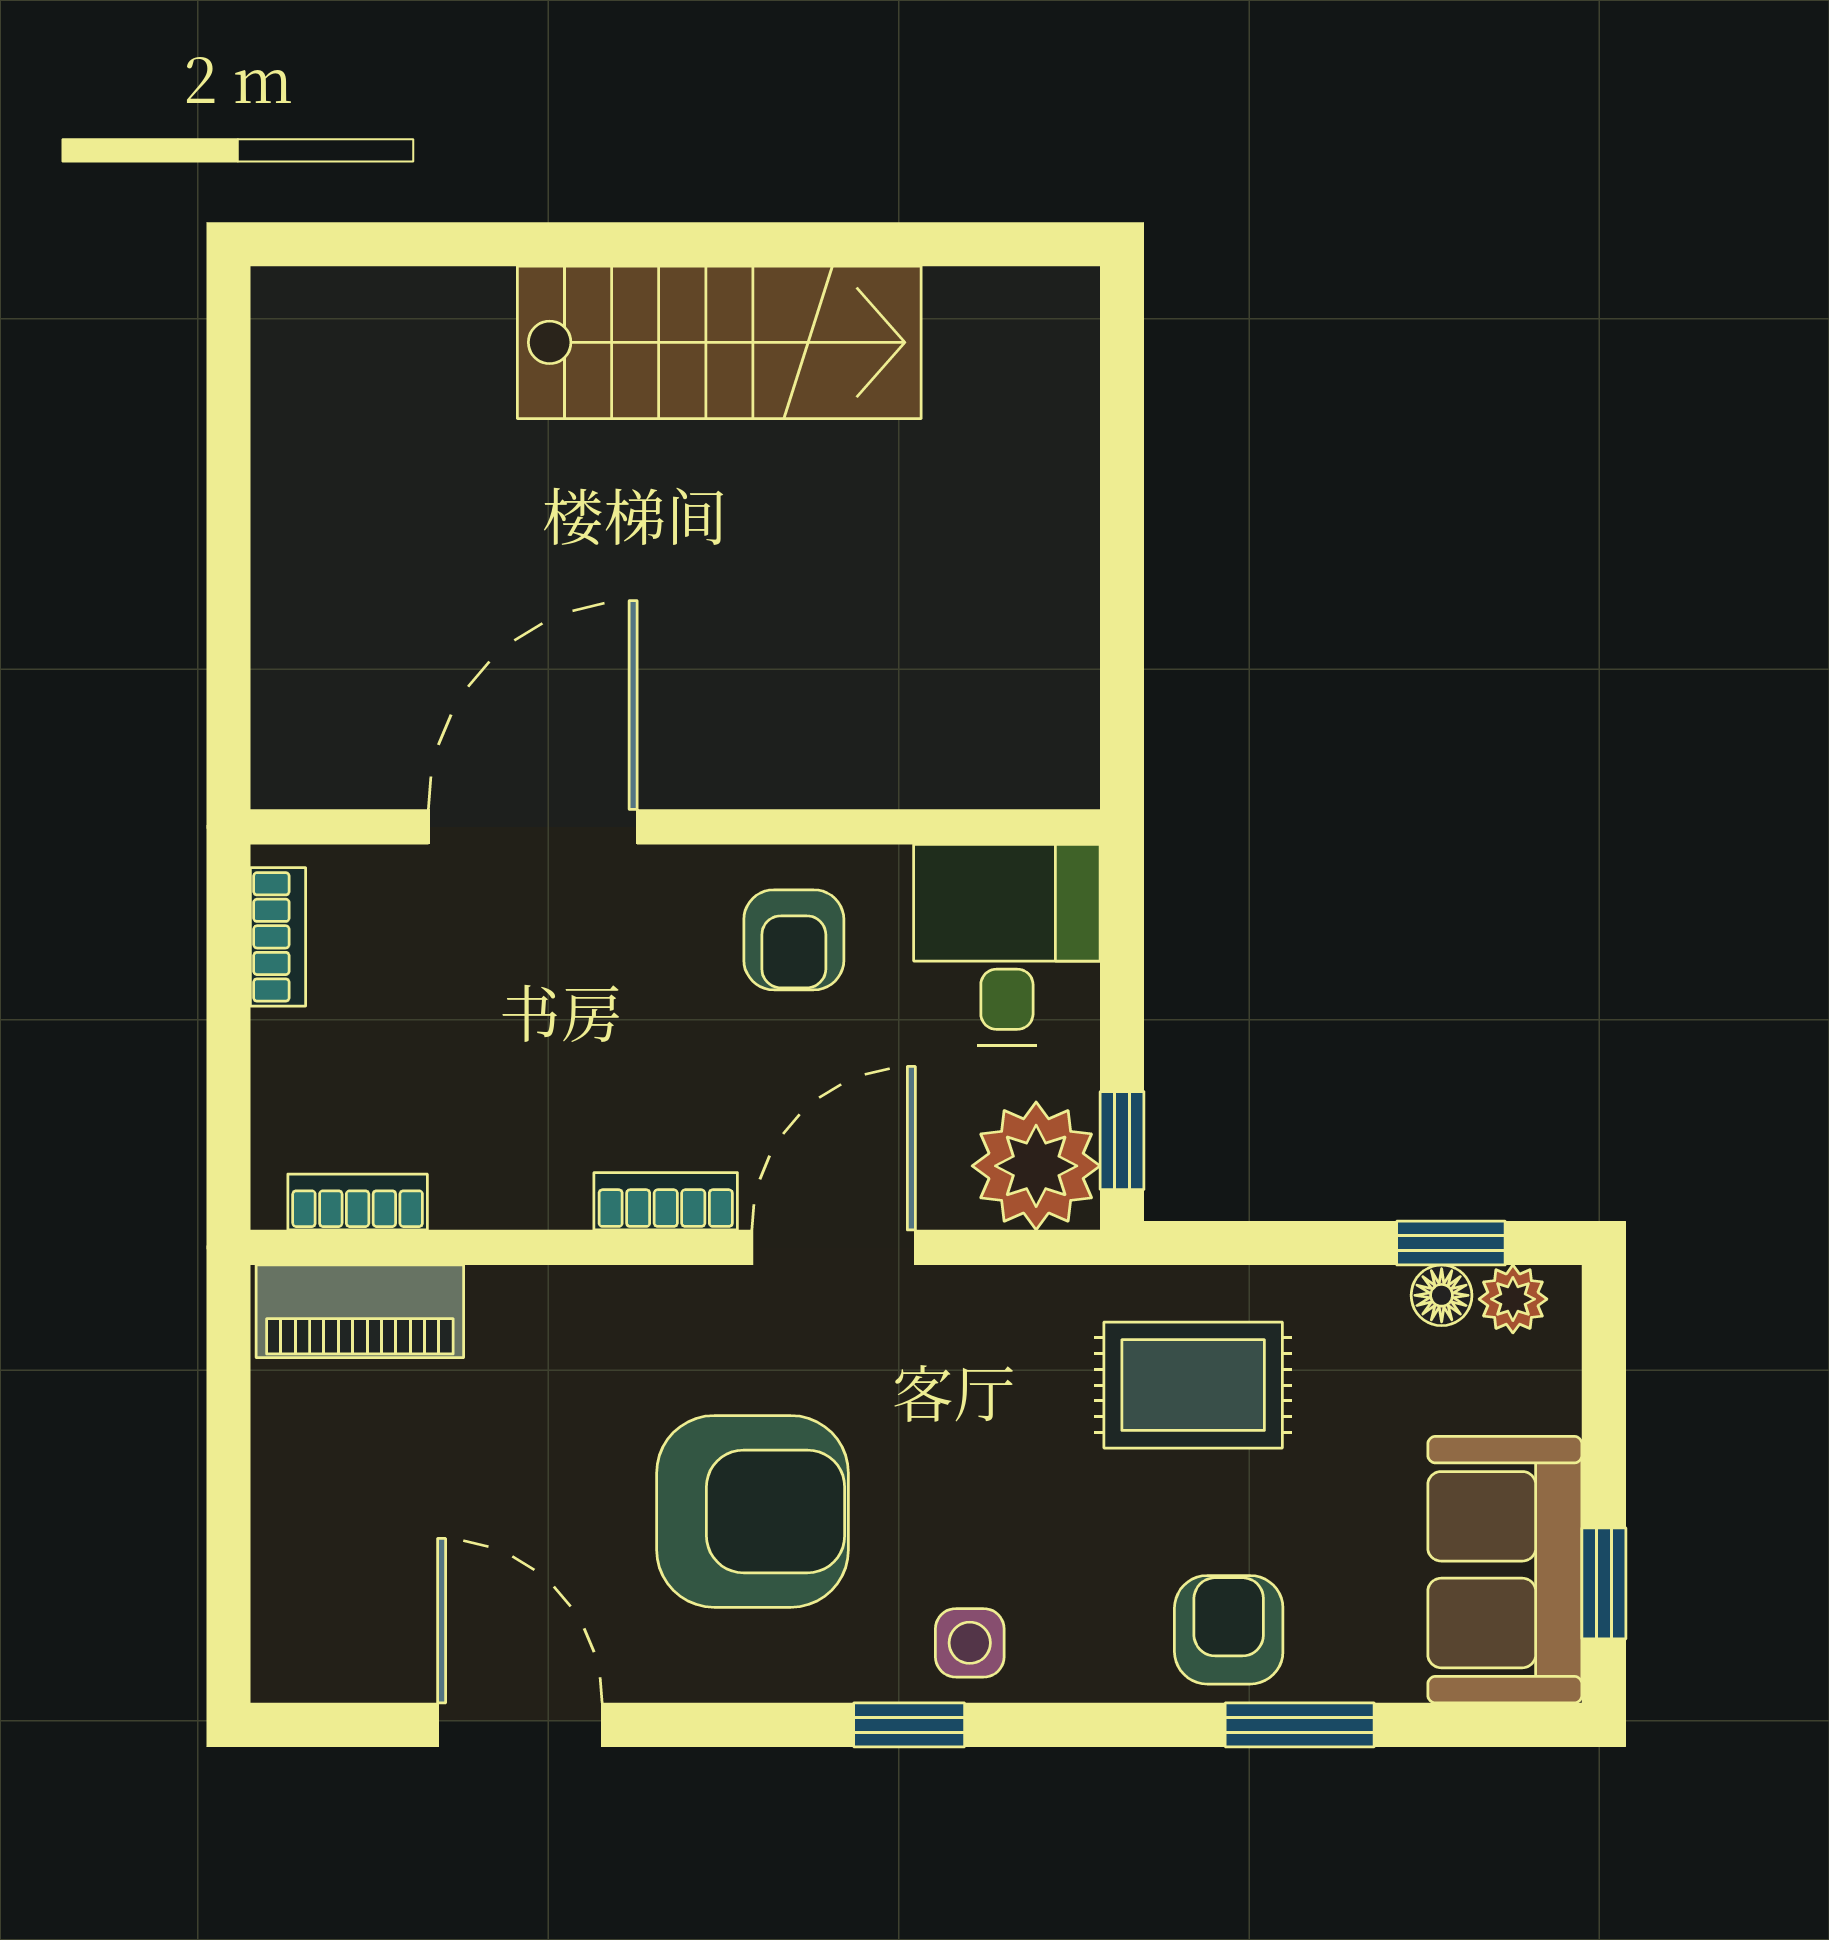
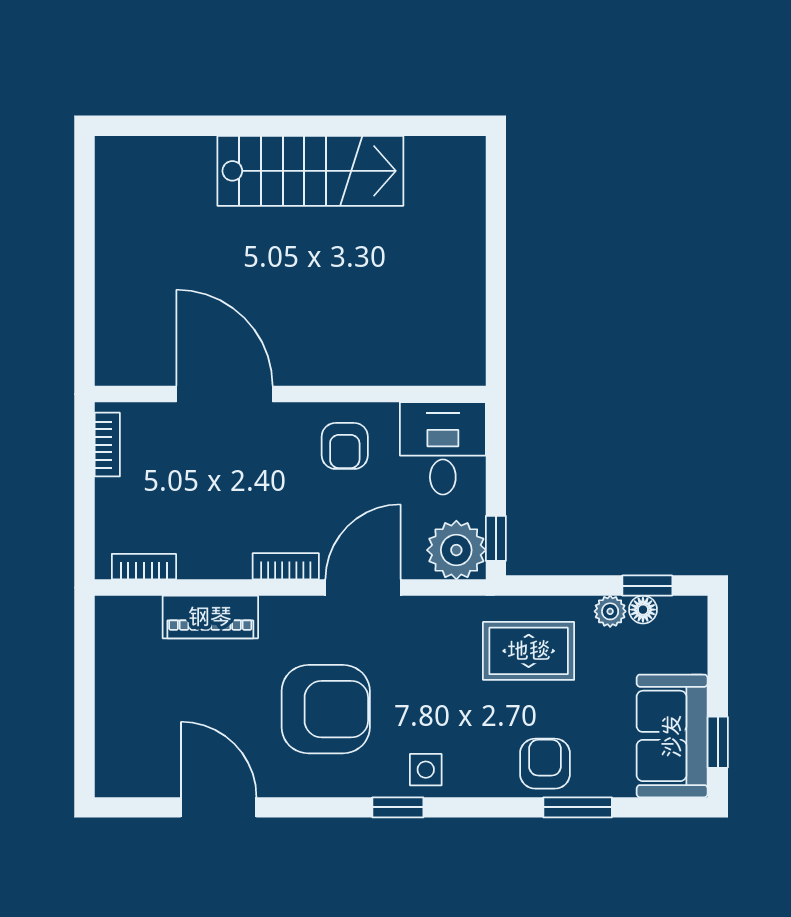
door: (533, 827) -> (225, 394), hinge flipped
plant: (1513, 1299) -> (610, 611), moved
piano: (360, 1311) -> (210, 617), moved

